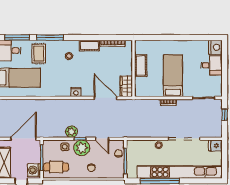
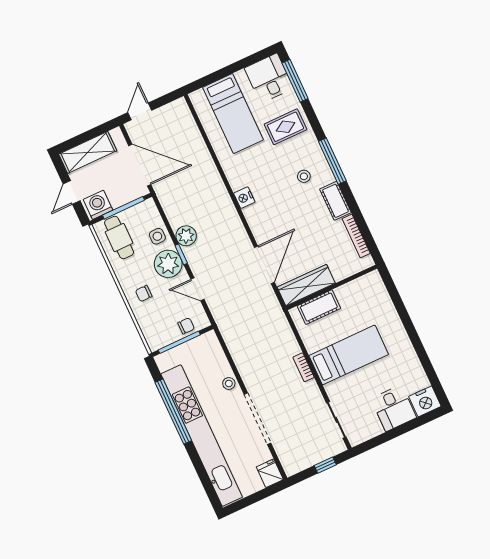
window: (50, 37) -> (332, 161), moved
cot: (141, 66) -> (319, 307), moved
wardrobe: (126, 86) -> (306, 285), width x1.50
nightstand: (76, 92) -> (244, 198), moved
door: (102, 139) -> (197, 289), hinge flipped

